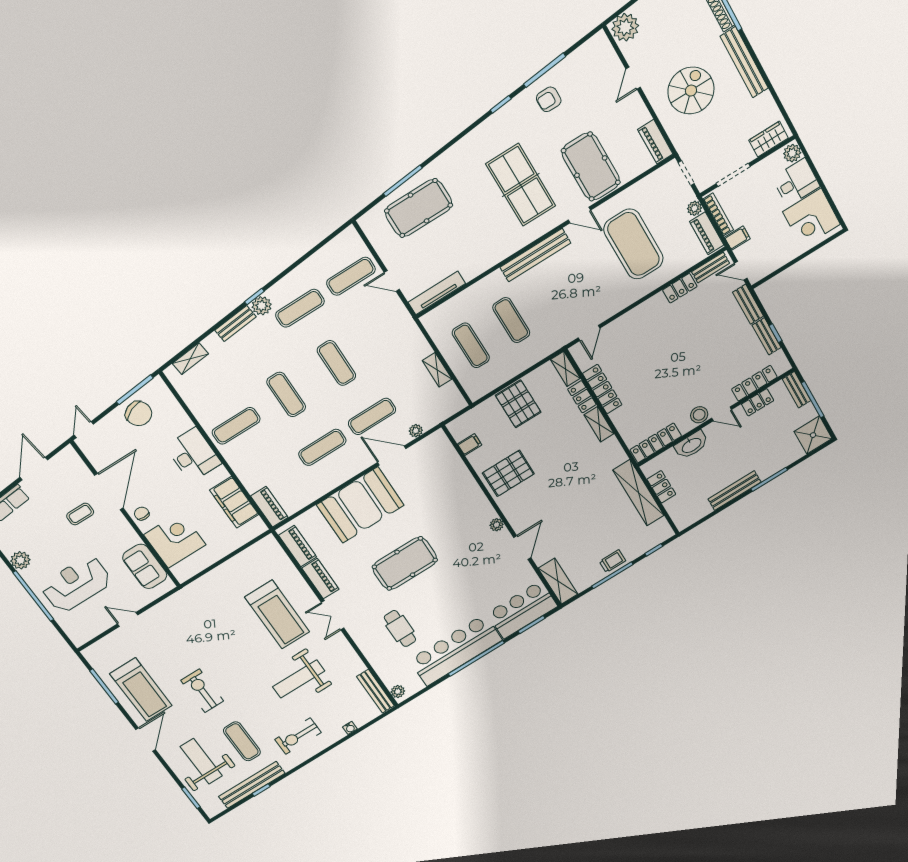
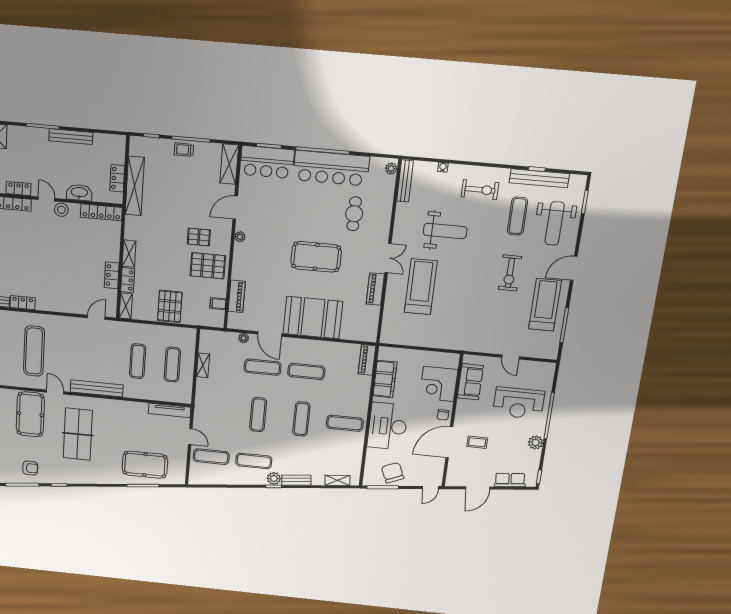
exercise mat: (634, 244) -> (34, 351), width x0.68
locker: (602, 389) -> (112, 275), width x0.66
desk: (193, 455) -> (388, 426), width x1.36, depth x1.30
pallet: (538, 494) -> (199, 237), added
piano: (298, 546) -> (237, 296), moved, turned 180

